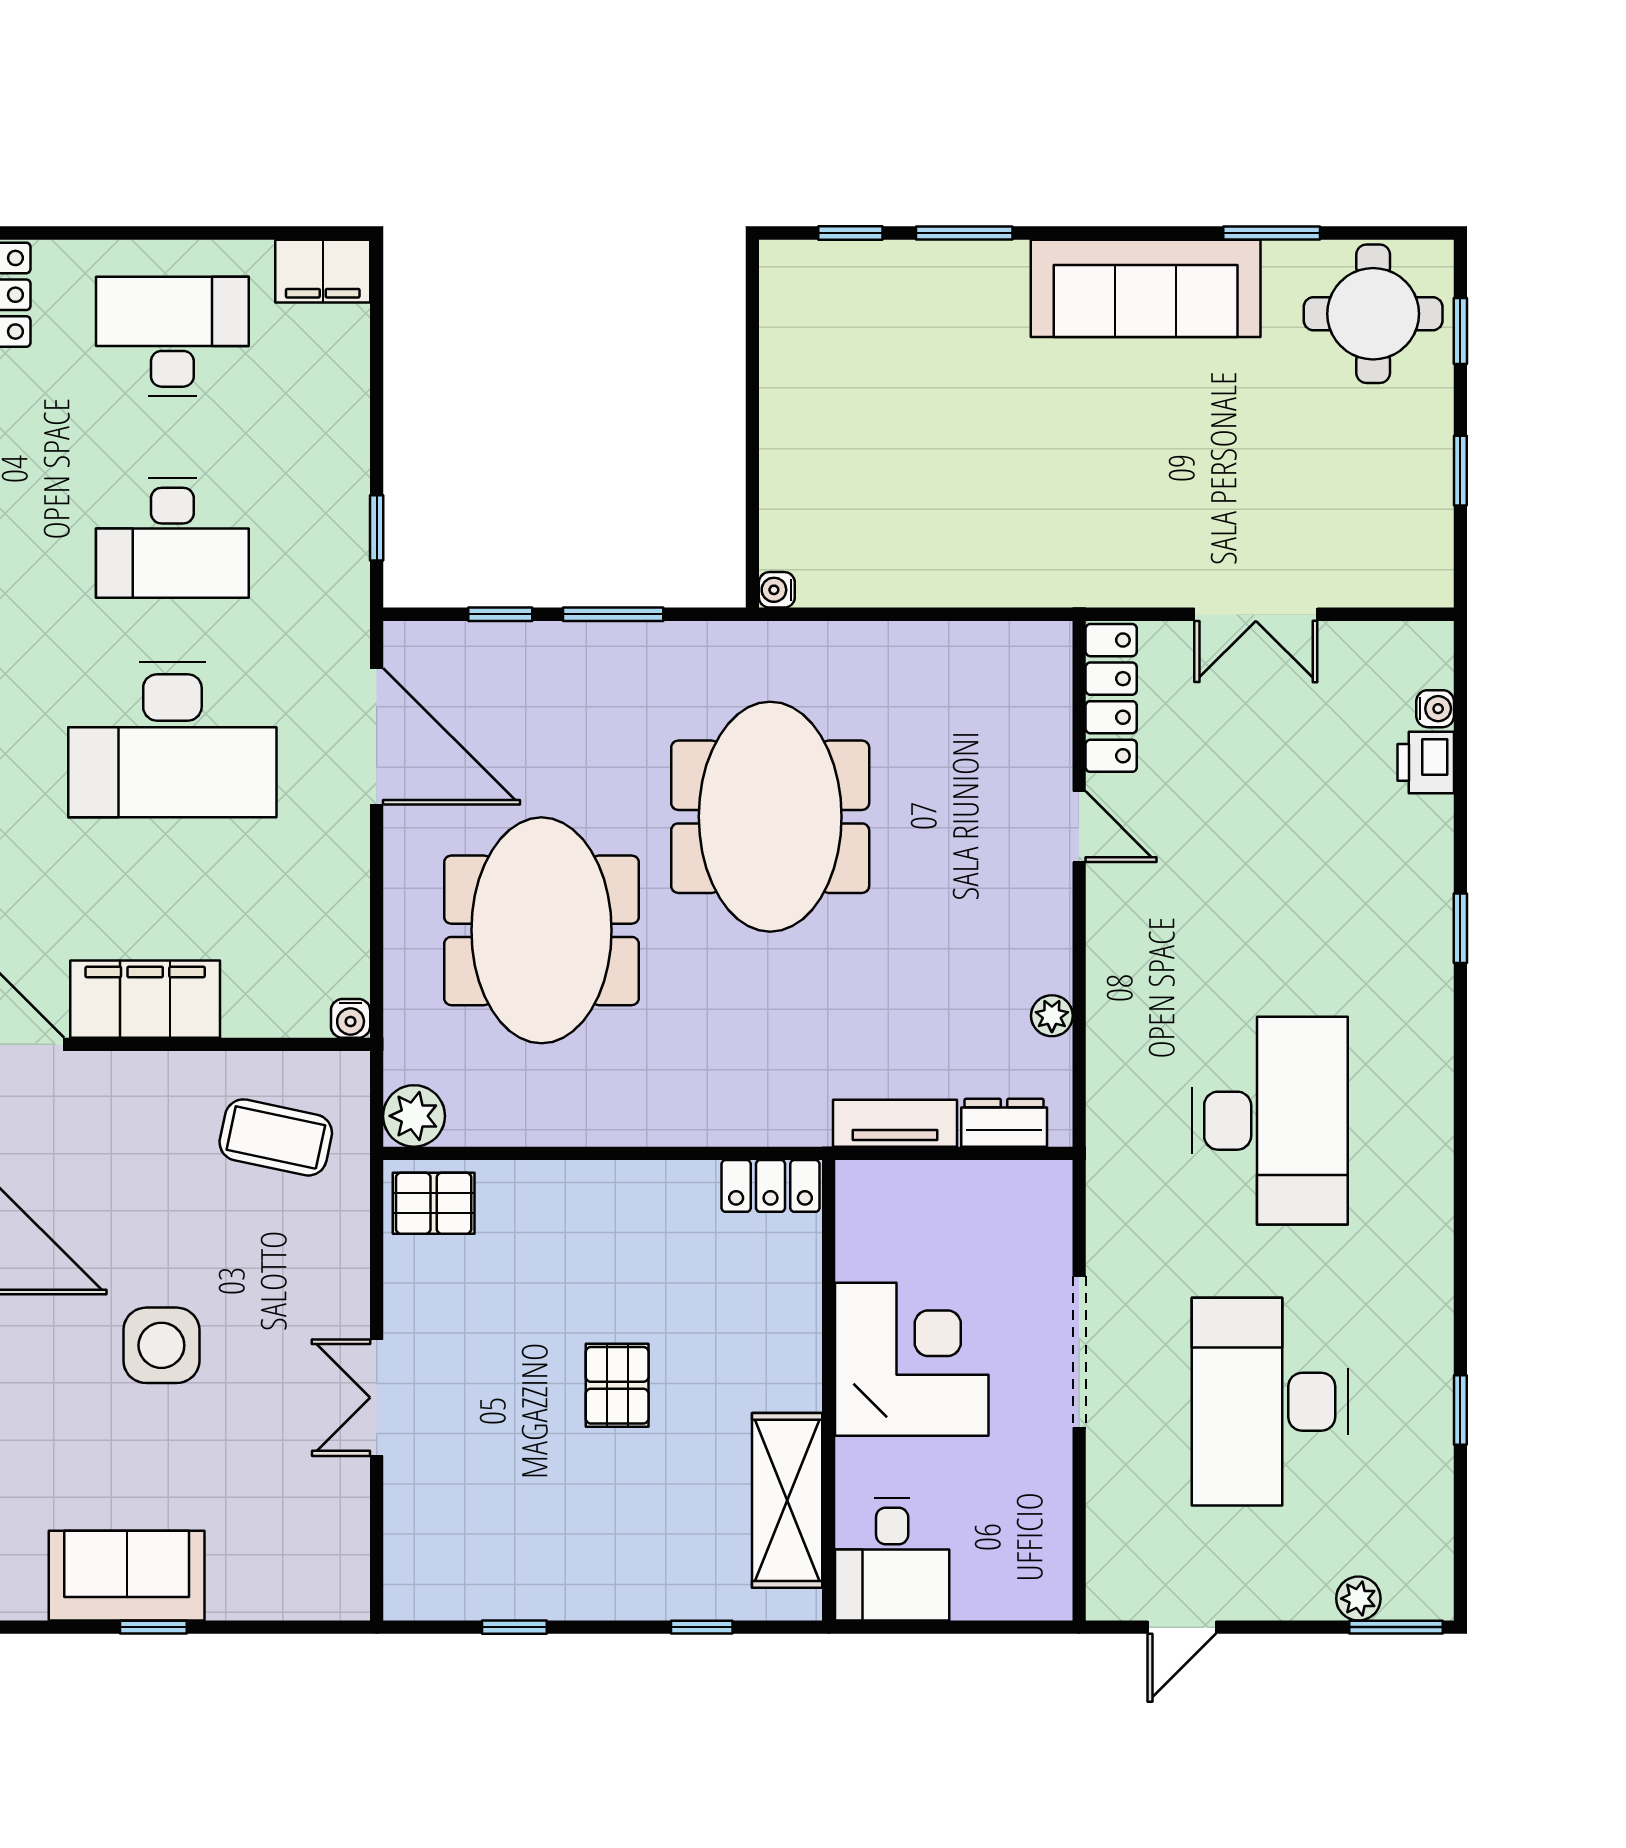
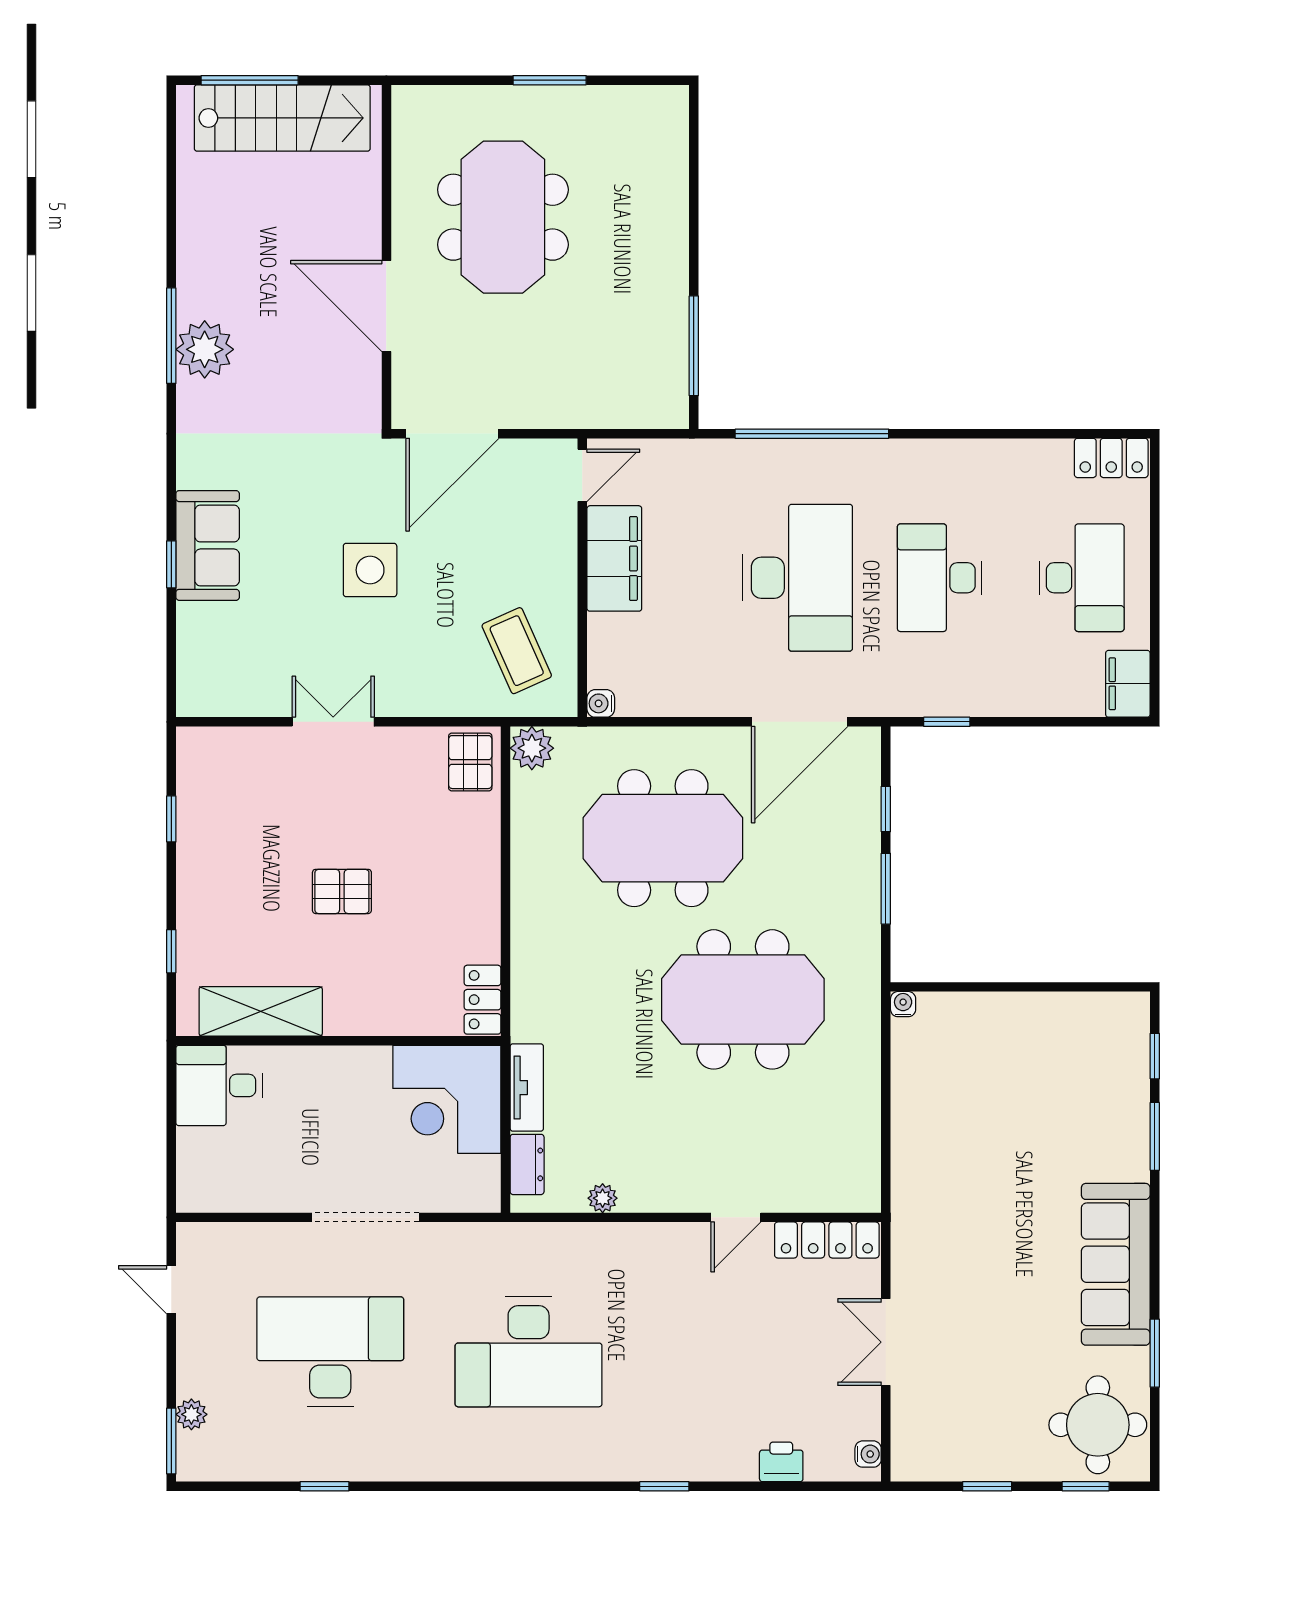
water cooler: (1435, 709) -> (868, 1454), moved, turned -90
desk: (172, 739) -> (797, 578), turned 180
coffee table: (276, 1137) -> (517, 651), turned -36
corner desk: (912, 1359) -> (447, 1099), moved, turned 90

